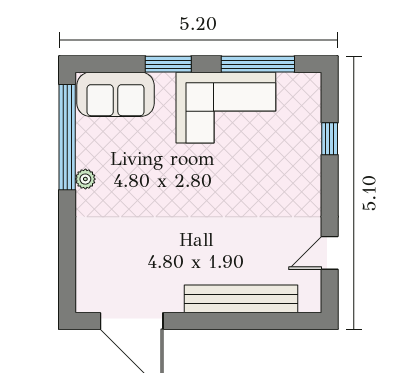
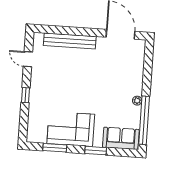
window: (258, 64) -> (55, 148), width x0.69
window: (330, 139) -> (25, 95), moved
door: (330, 253) -> (28, 59), swing flipped

